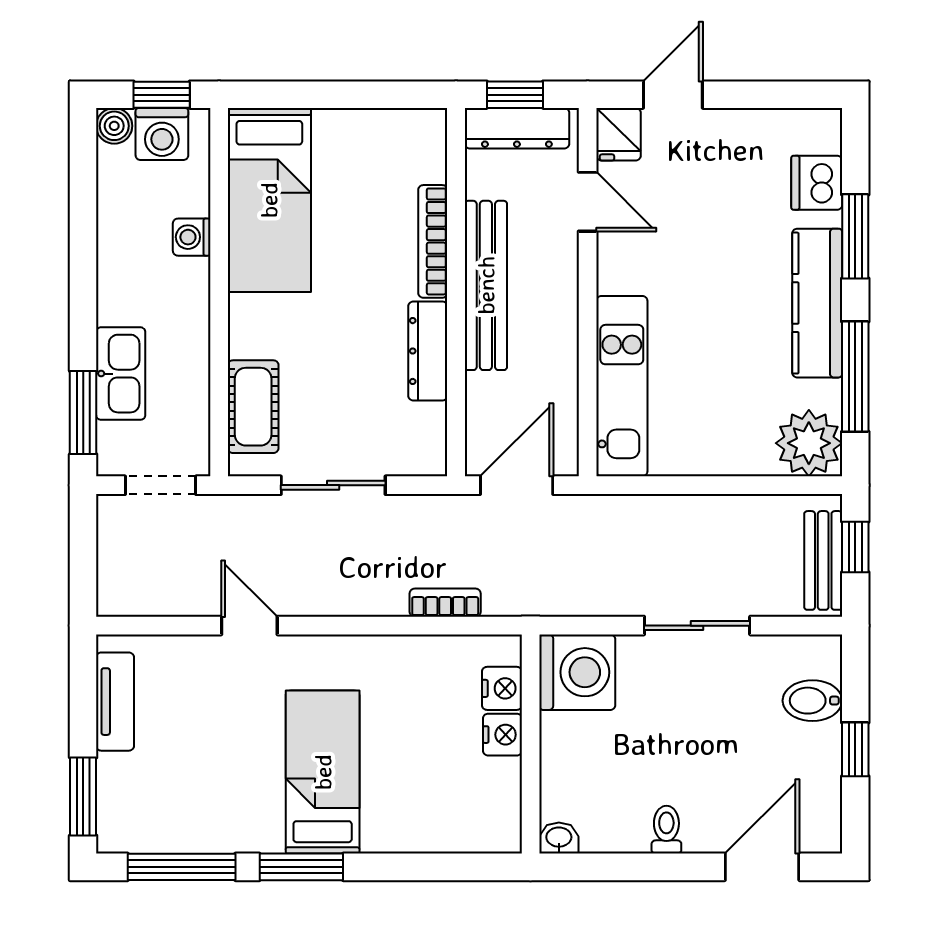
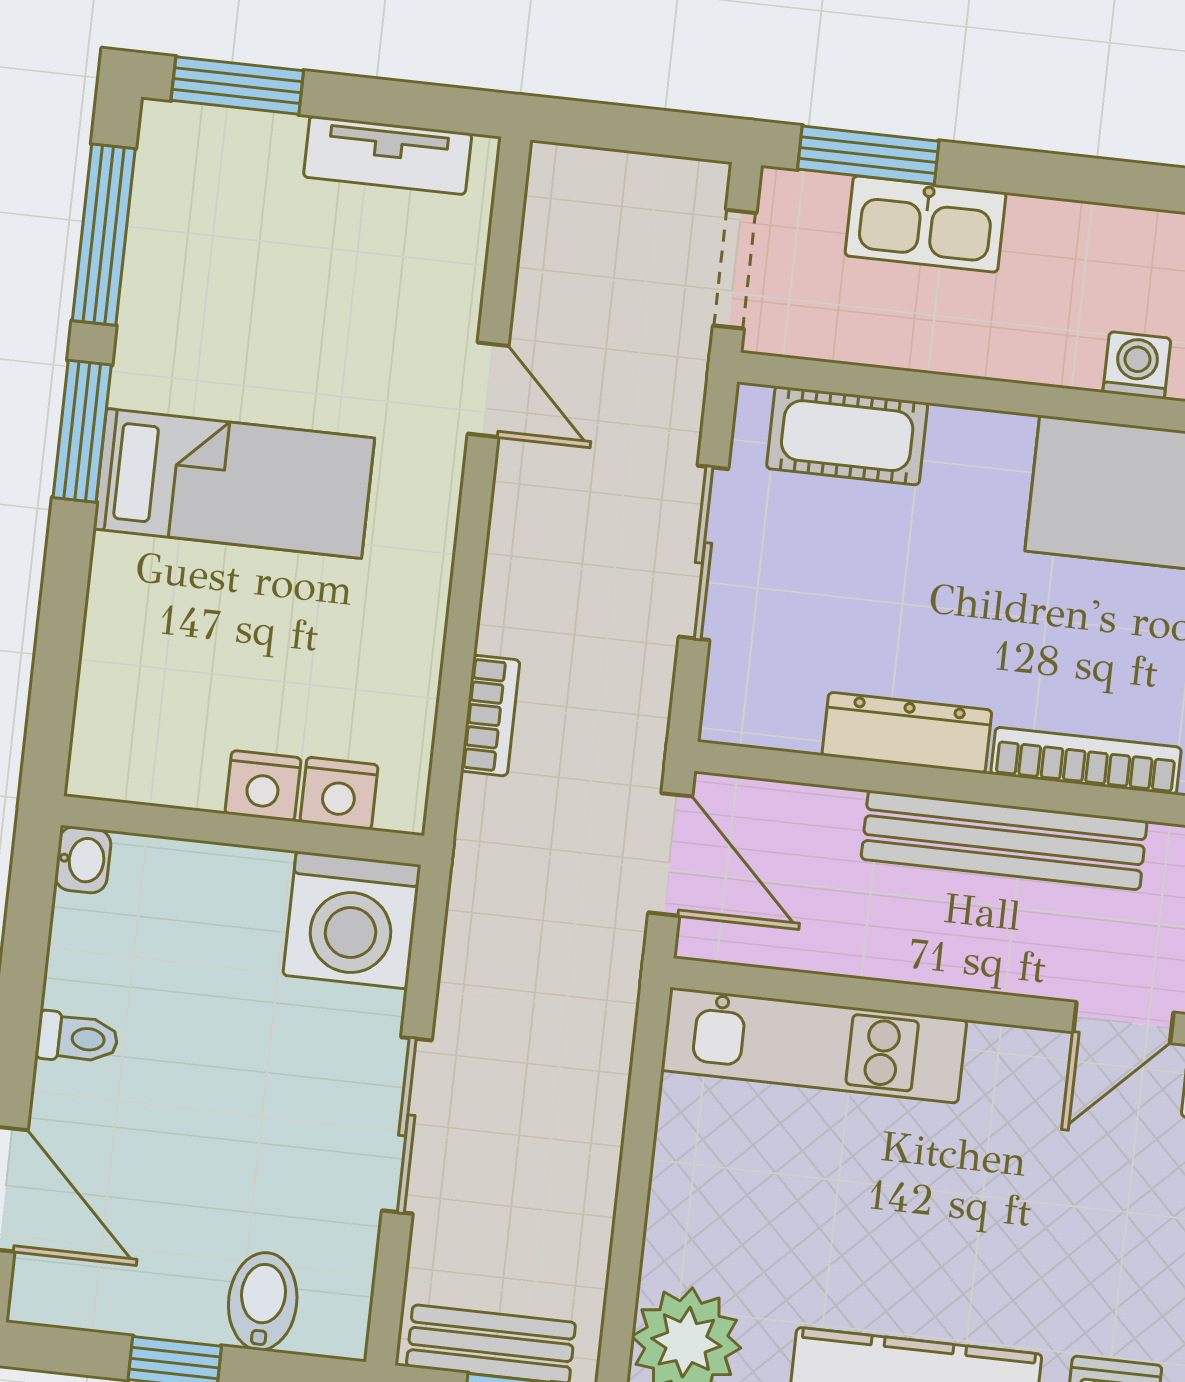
door: (249, 626) -> (488, 390), hinge flipped

